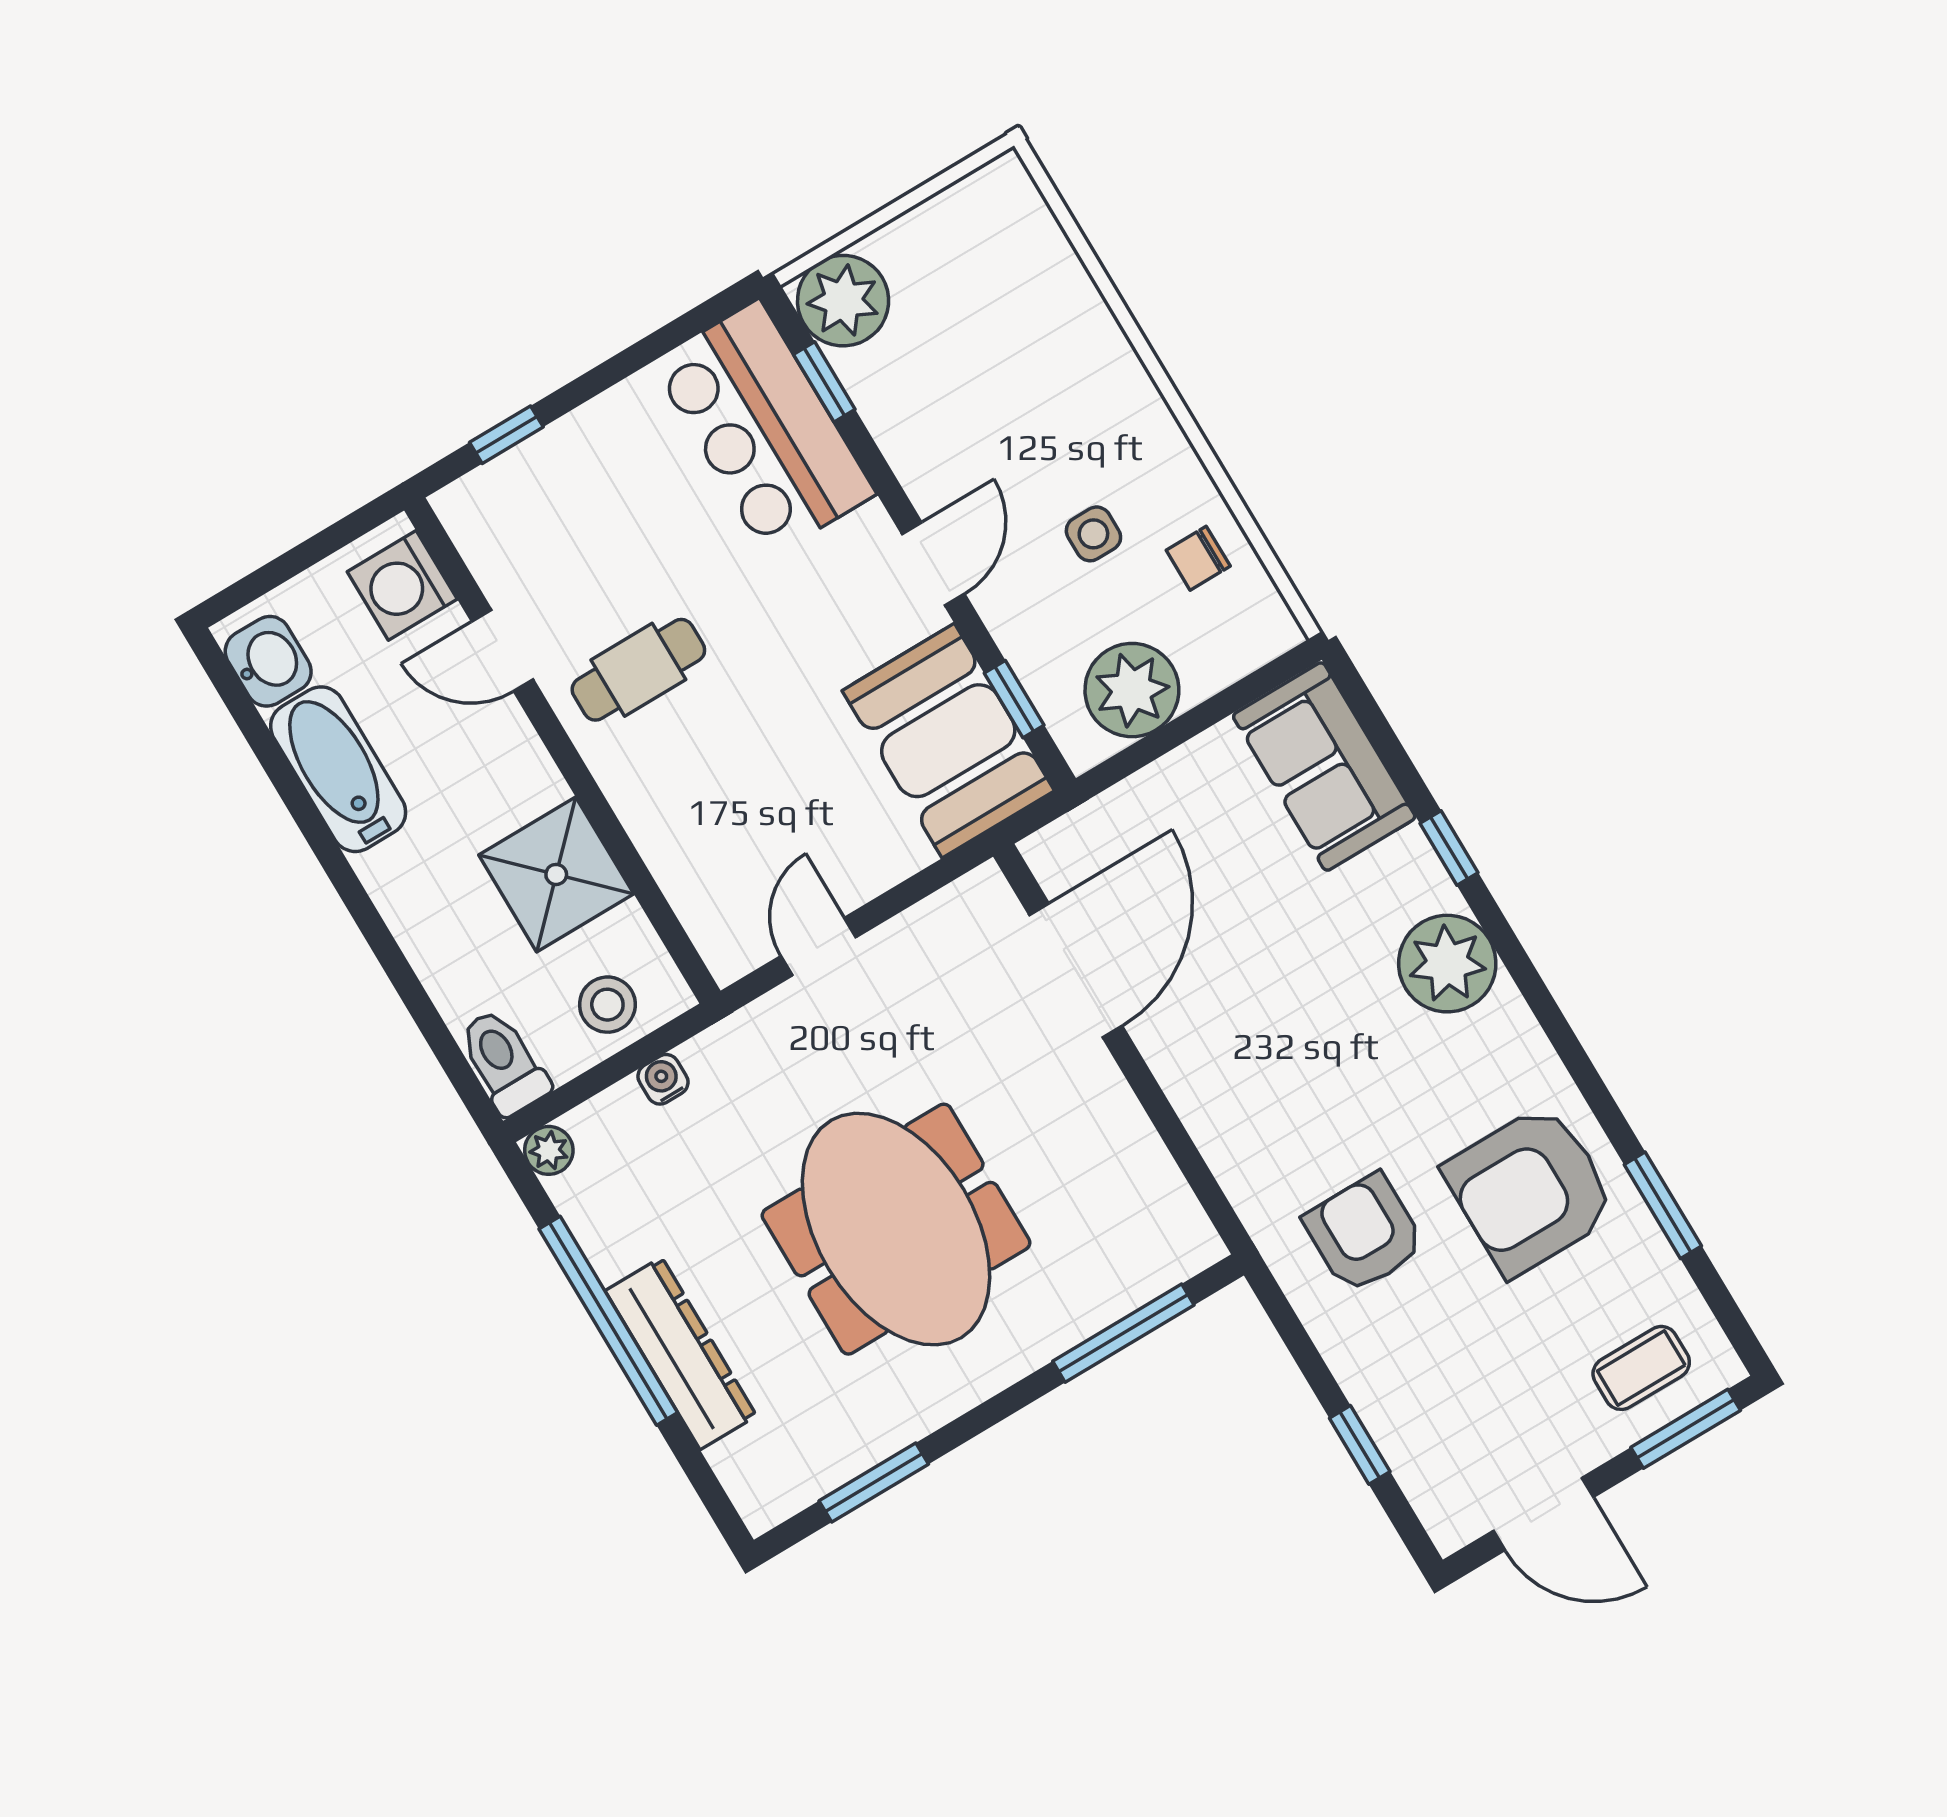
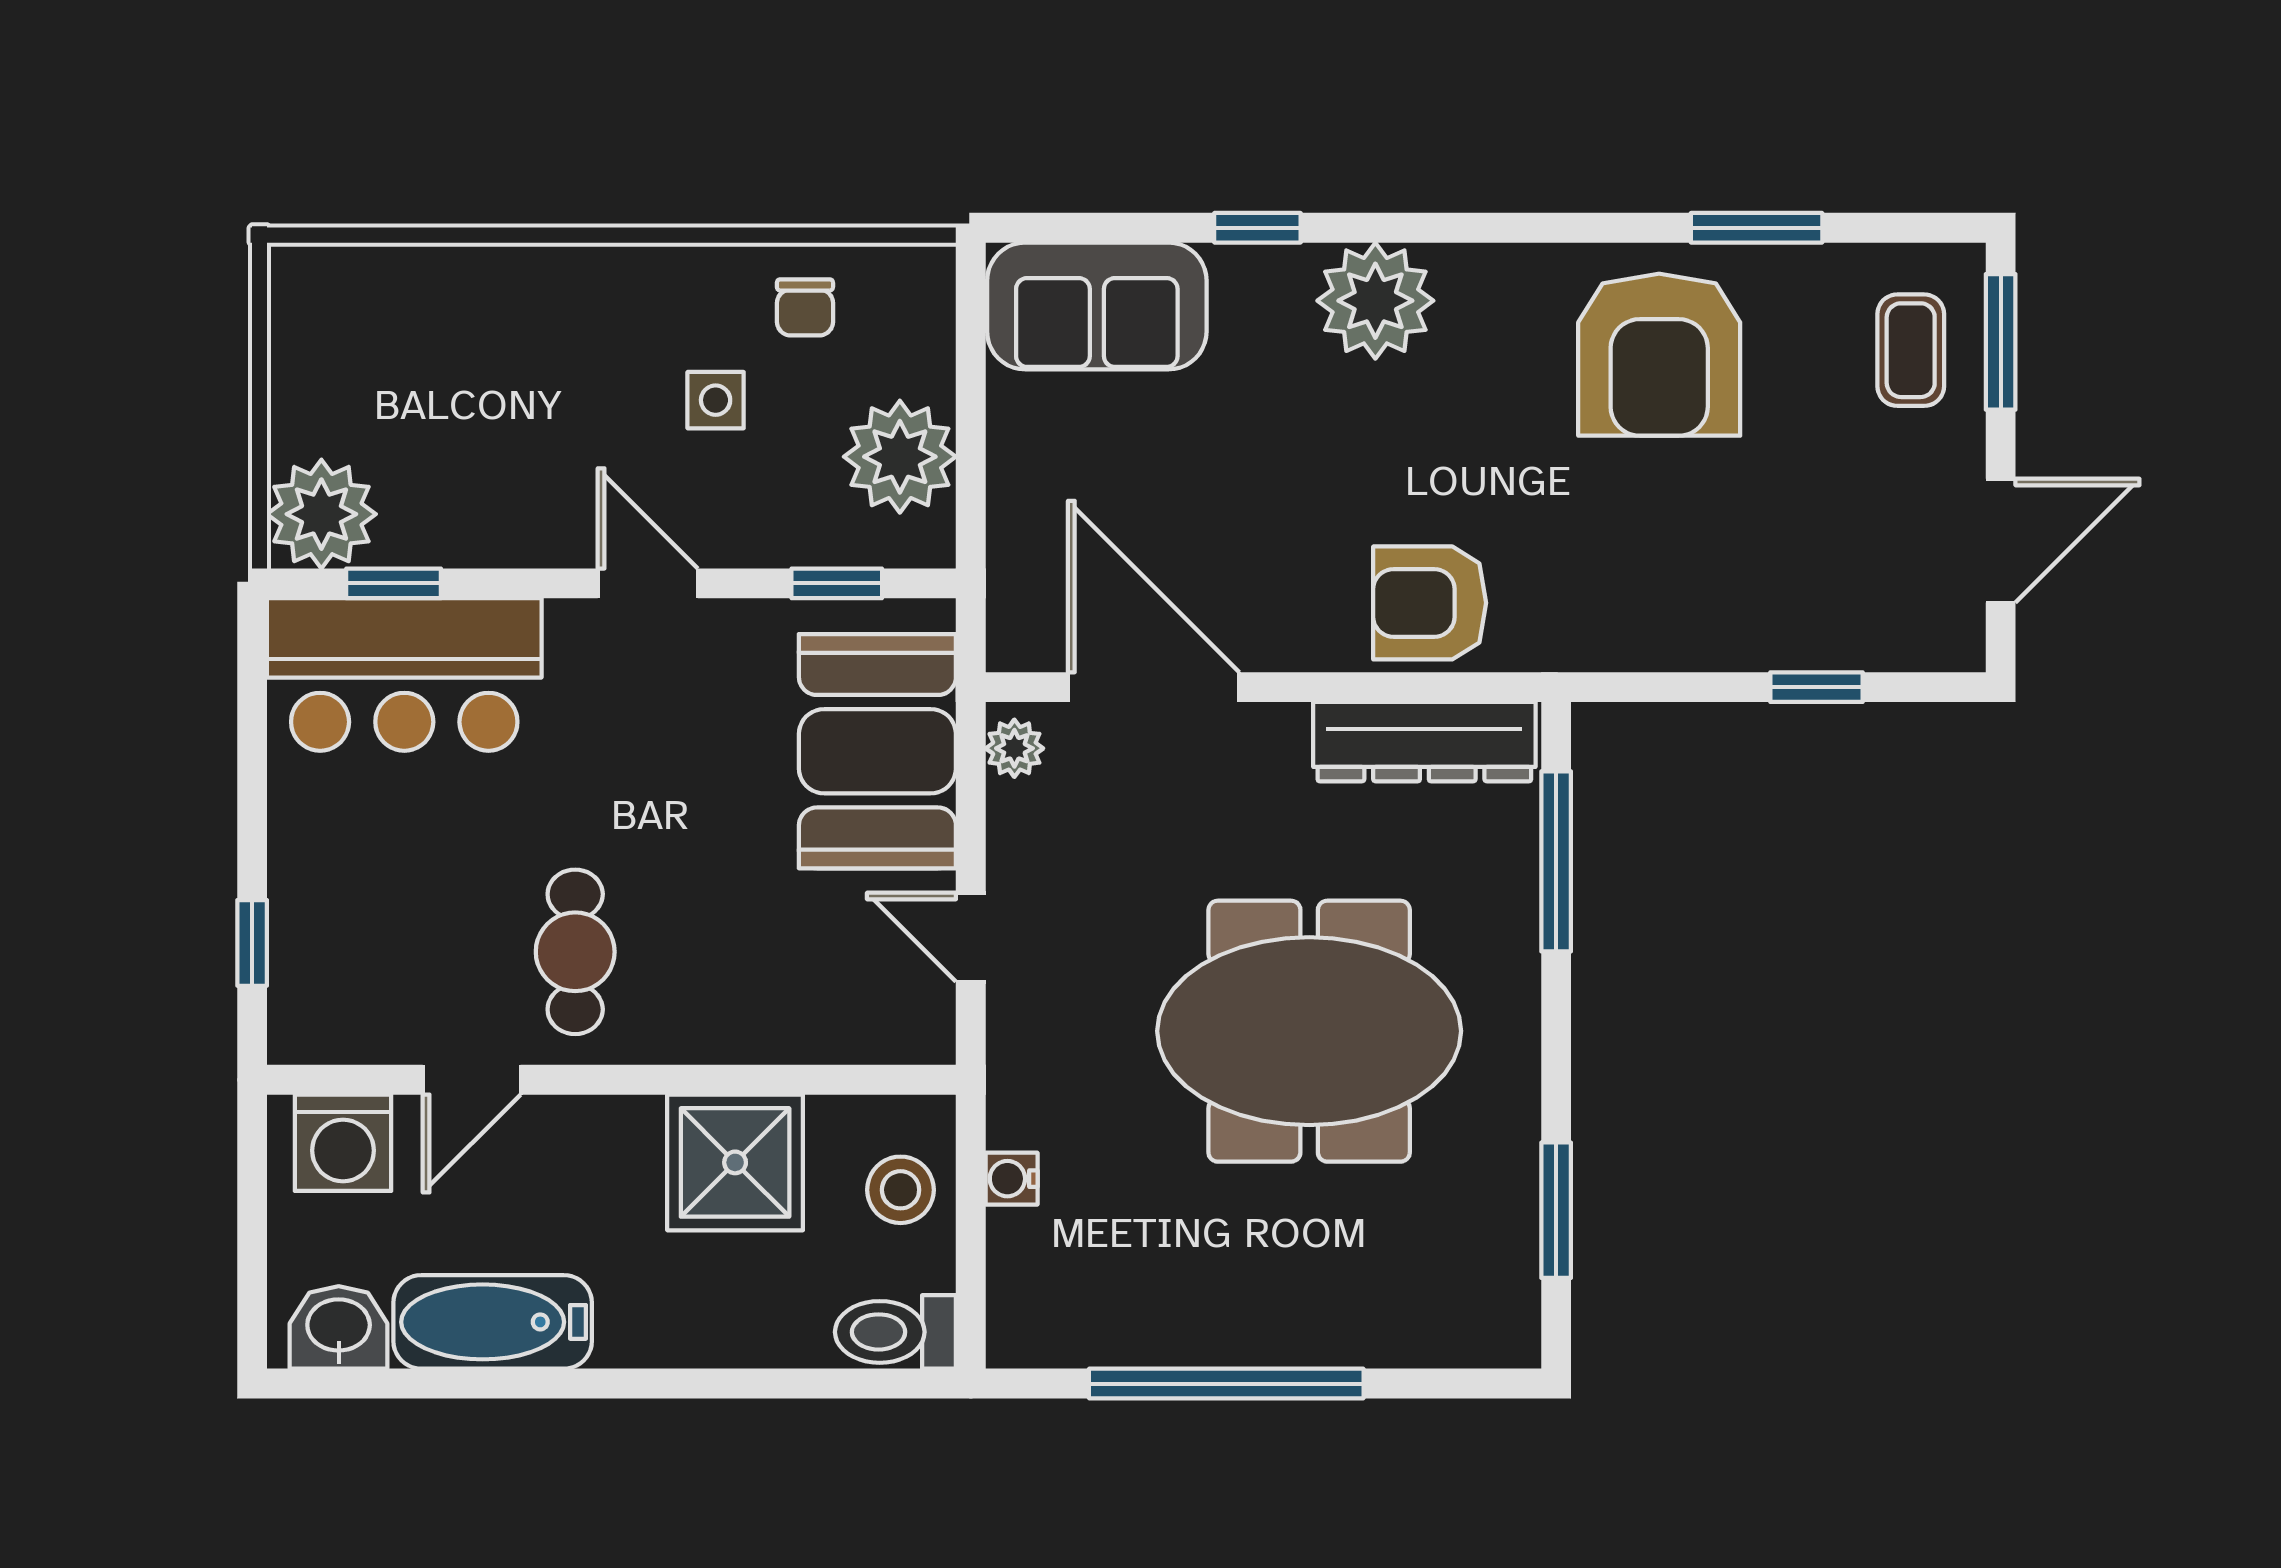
booth: (948, 741) -> (877, 751), moved, turned 90
plant: (549, 1150) -> (1014, 748), moved
armchair: (1364, 1233) -> (1430, 603), moved
dresser: (681, 1353) -> (1424, 742), moved, turned 180

